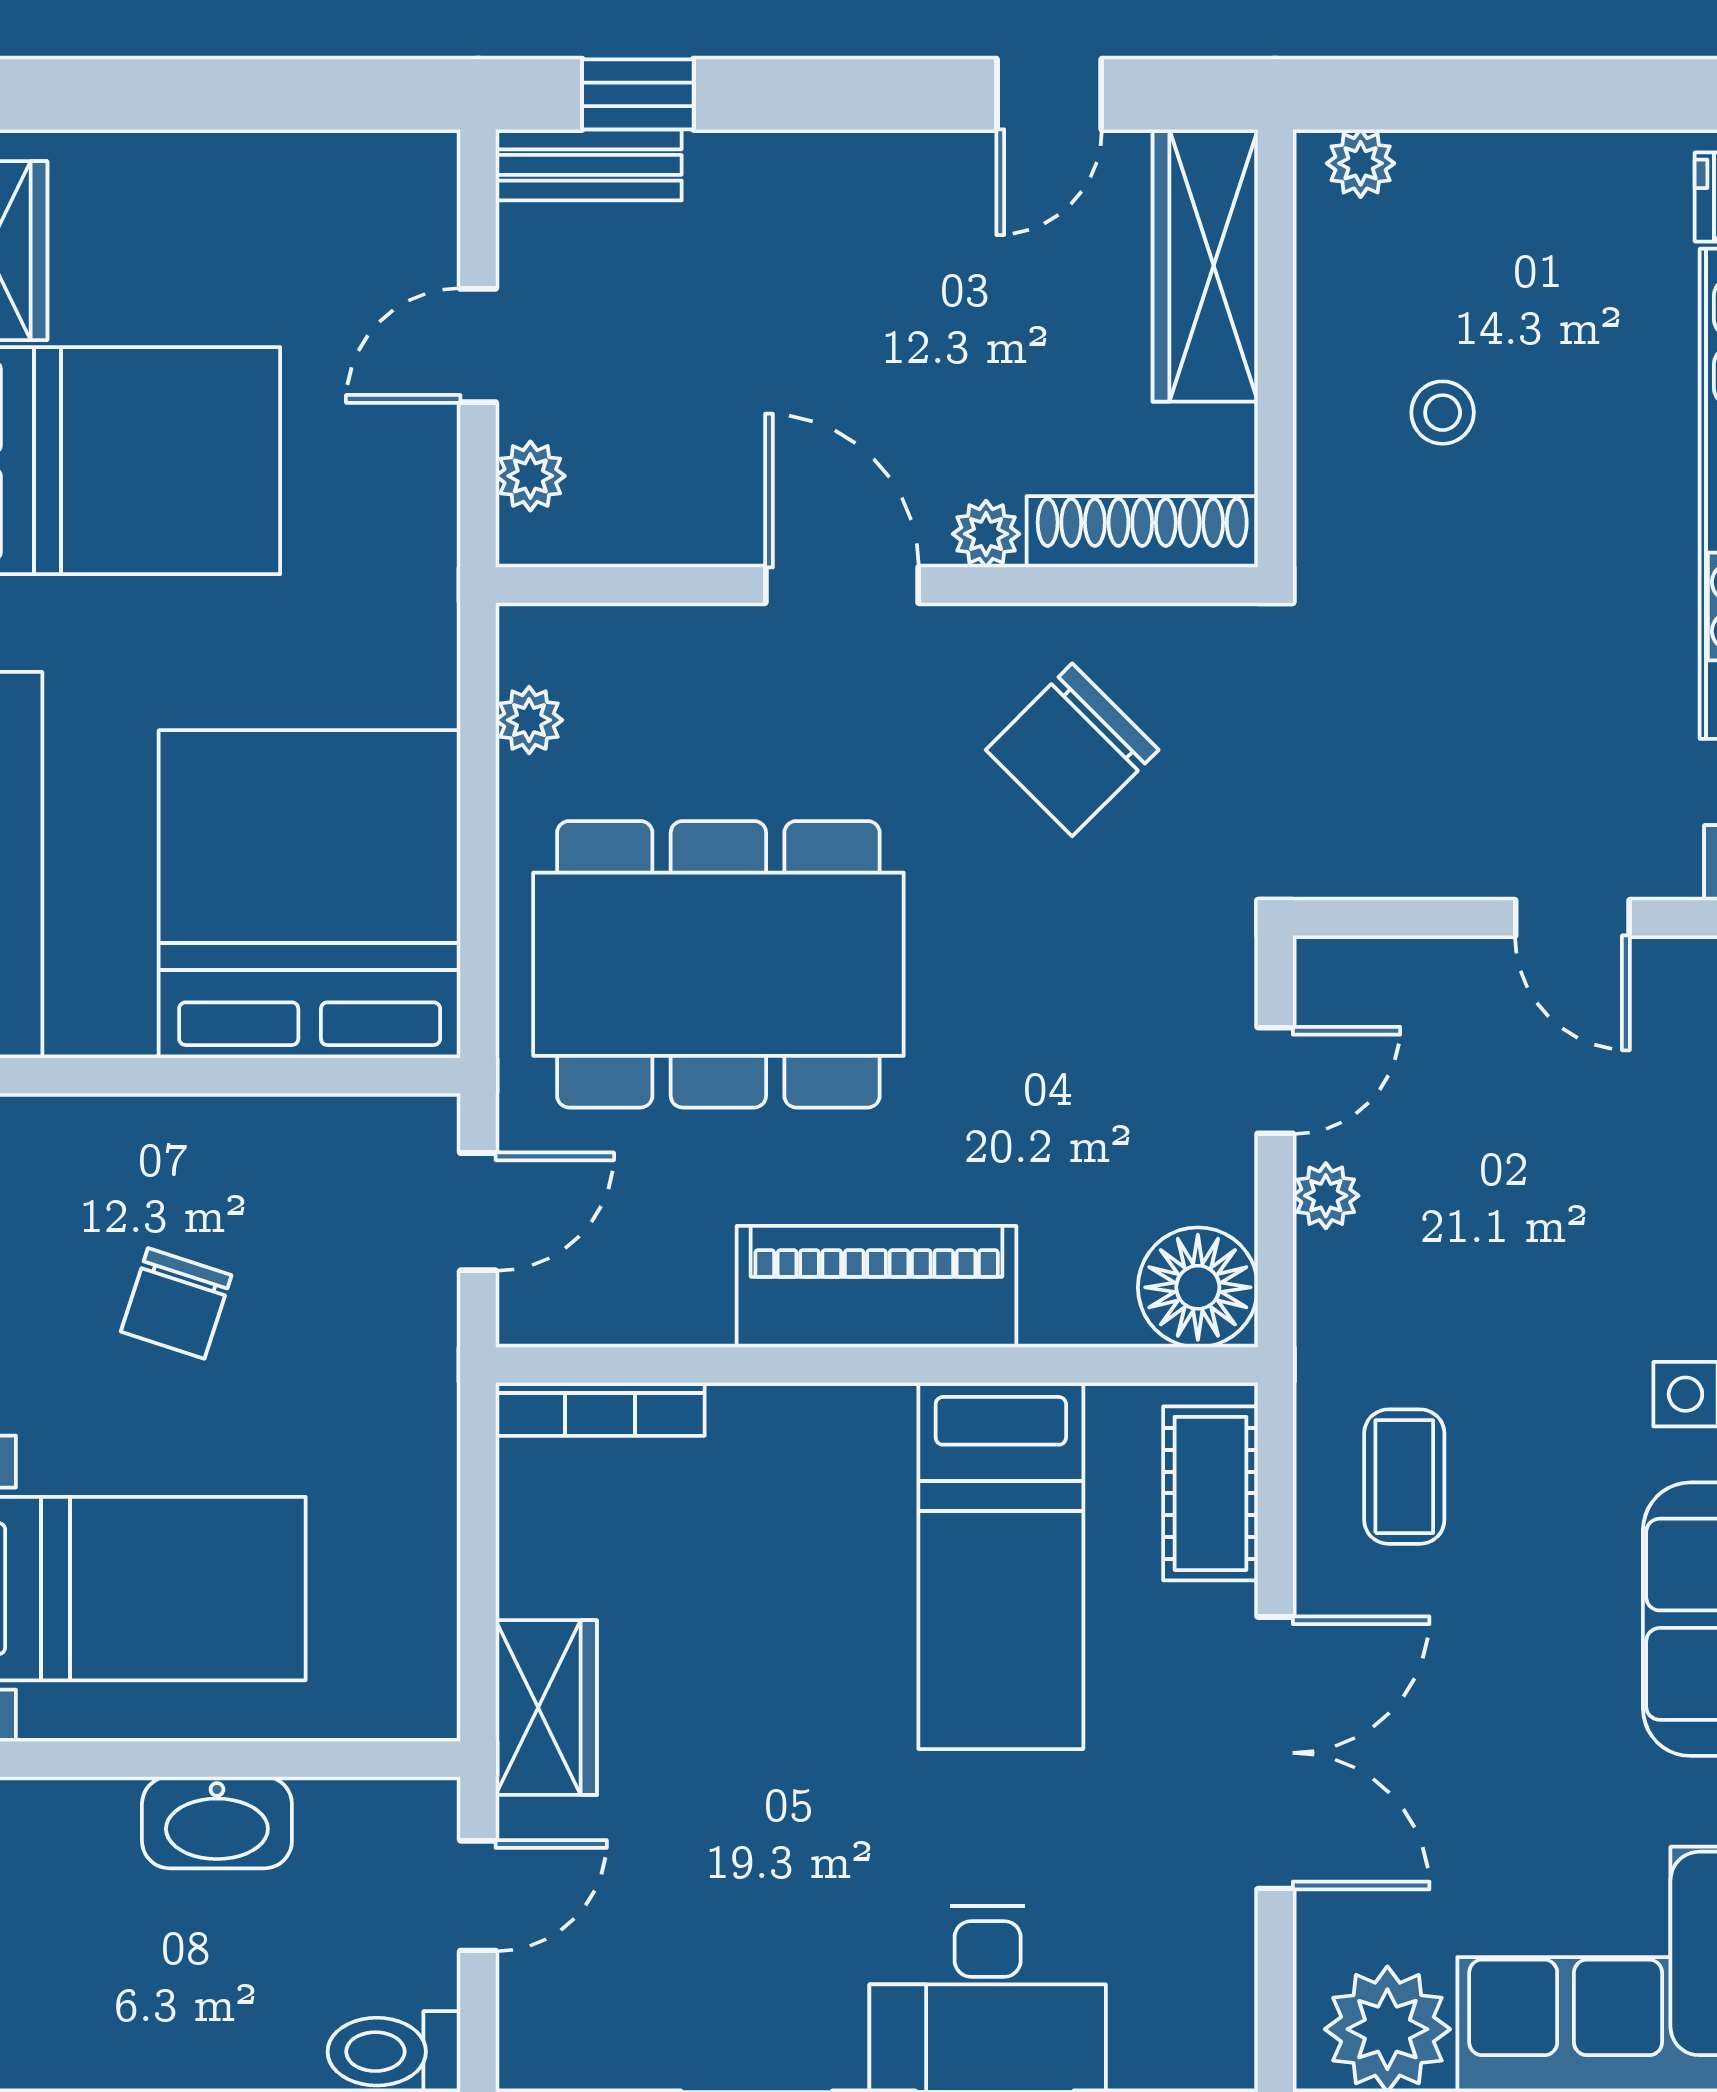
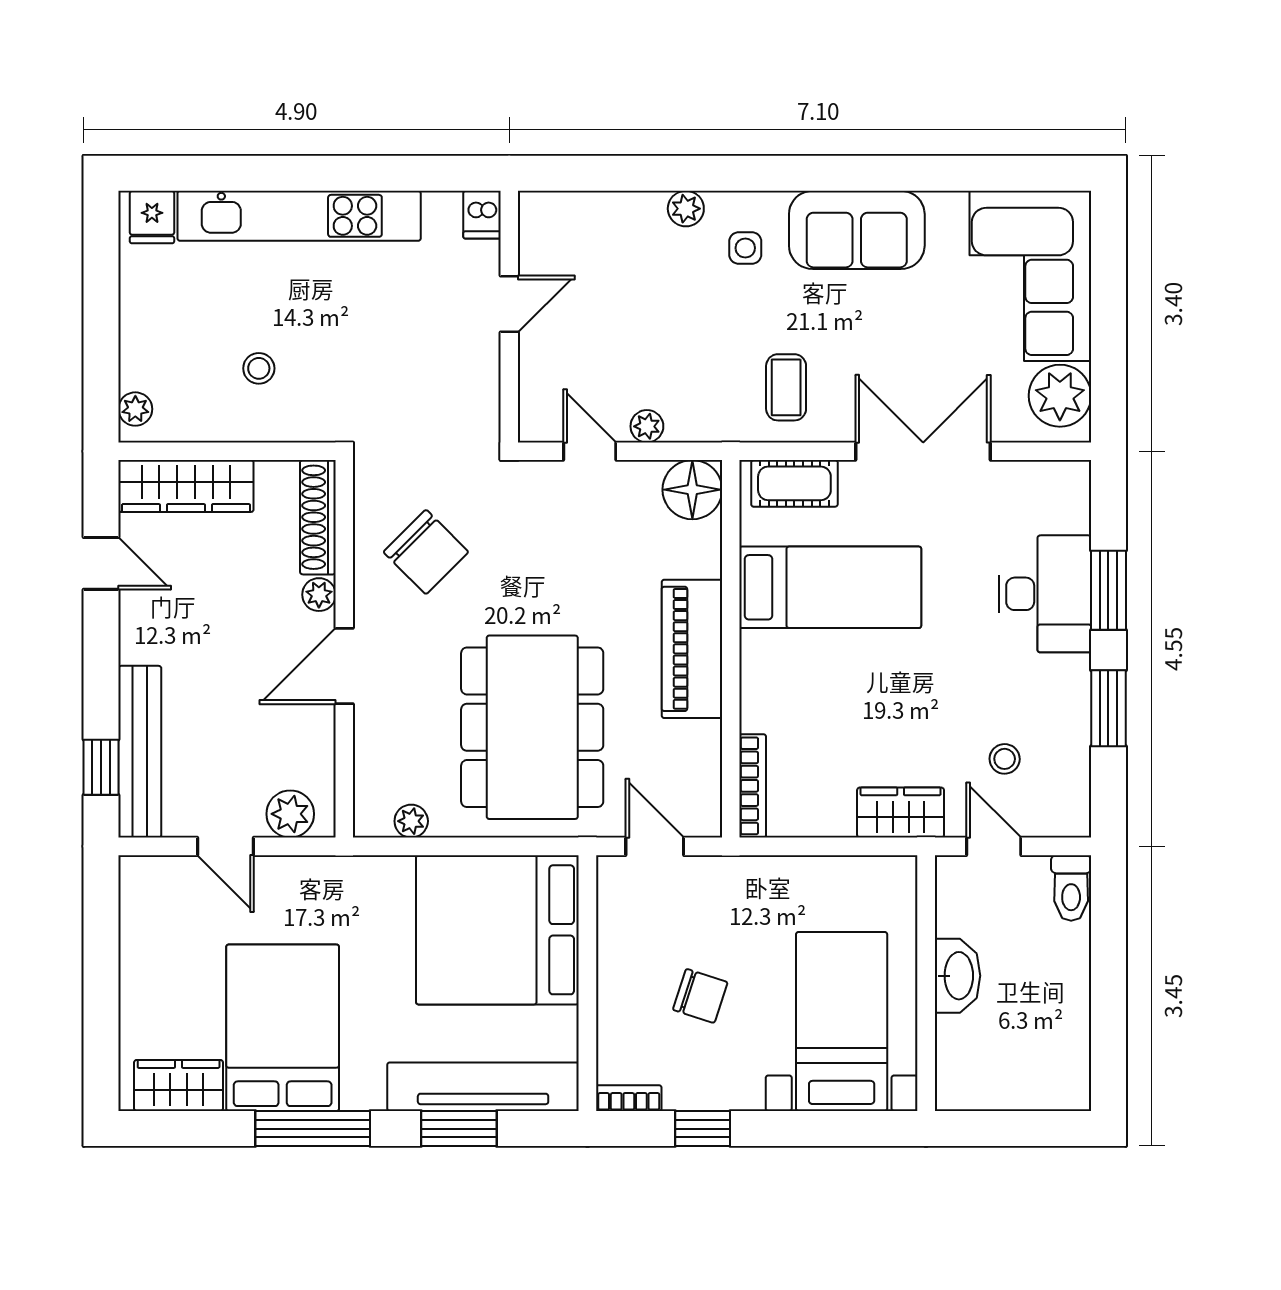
bench: (589, 165) -> (140, 752), width x1.86, depth x1.21
plant: (530, 476) -> (290, 814), width x1.38, depth x1.38
coffee table: (1404, 1477) -> (786, 387), turned 90
stool: (654, 1917) -> (1005, 759), added

